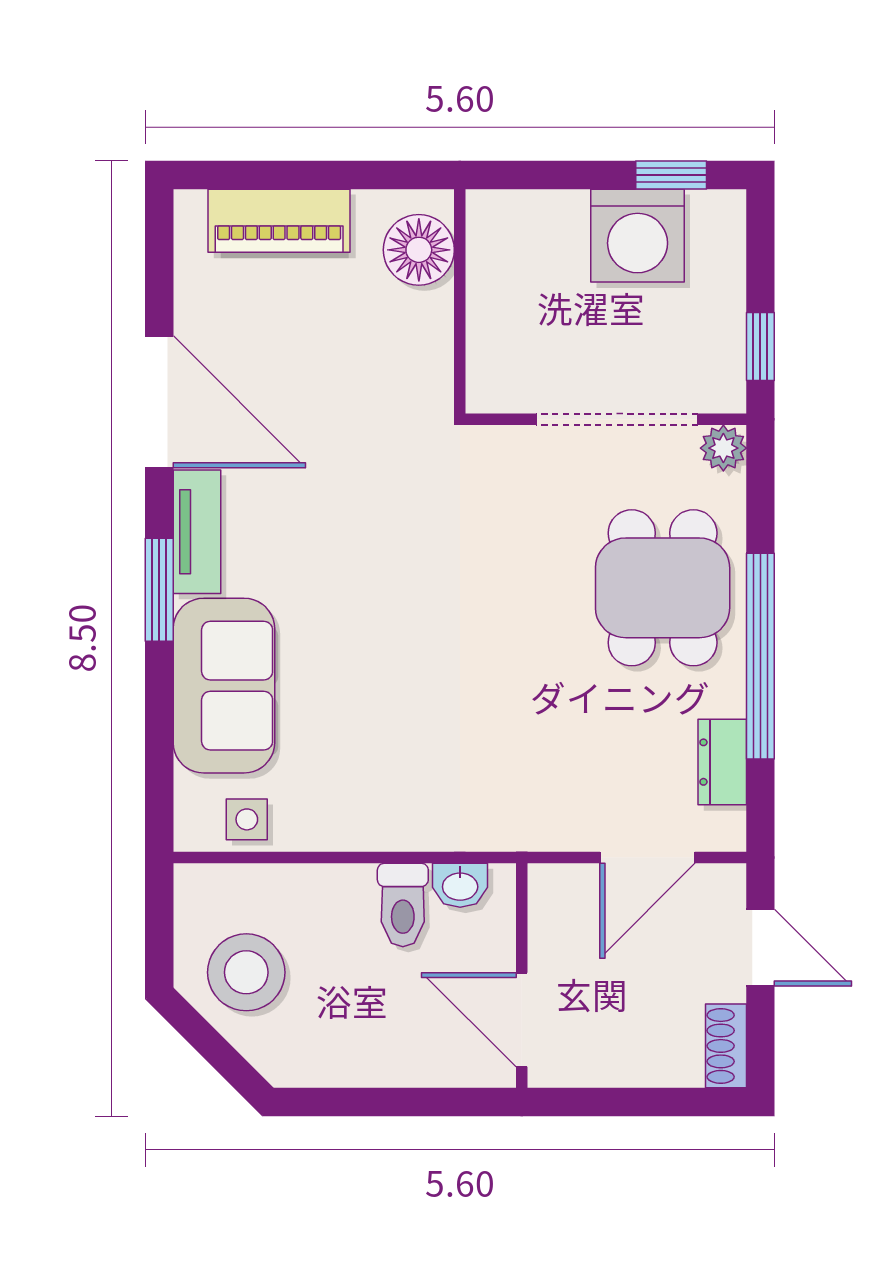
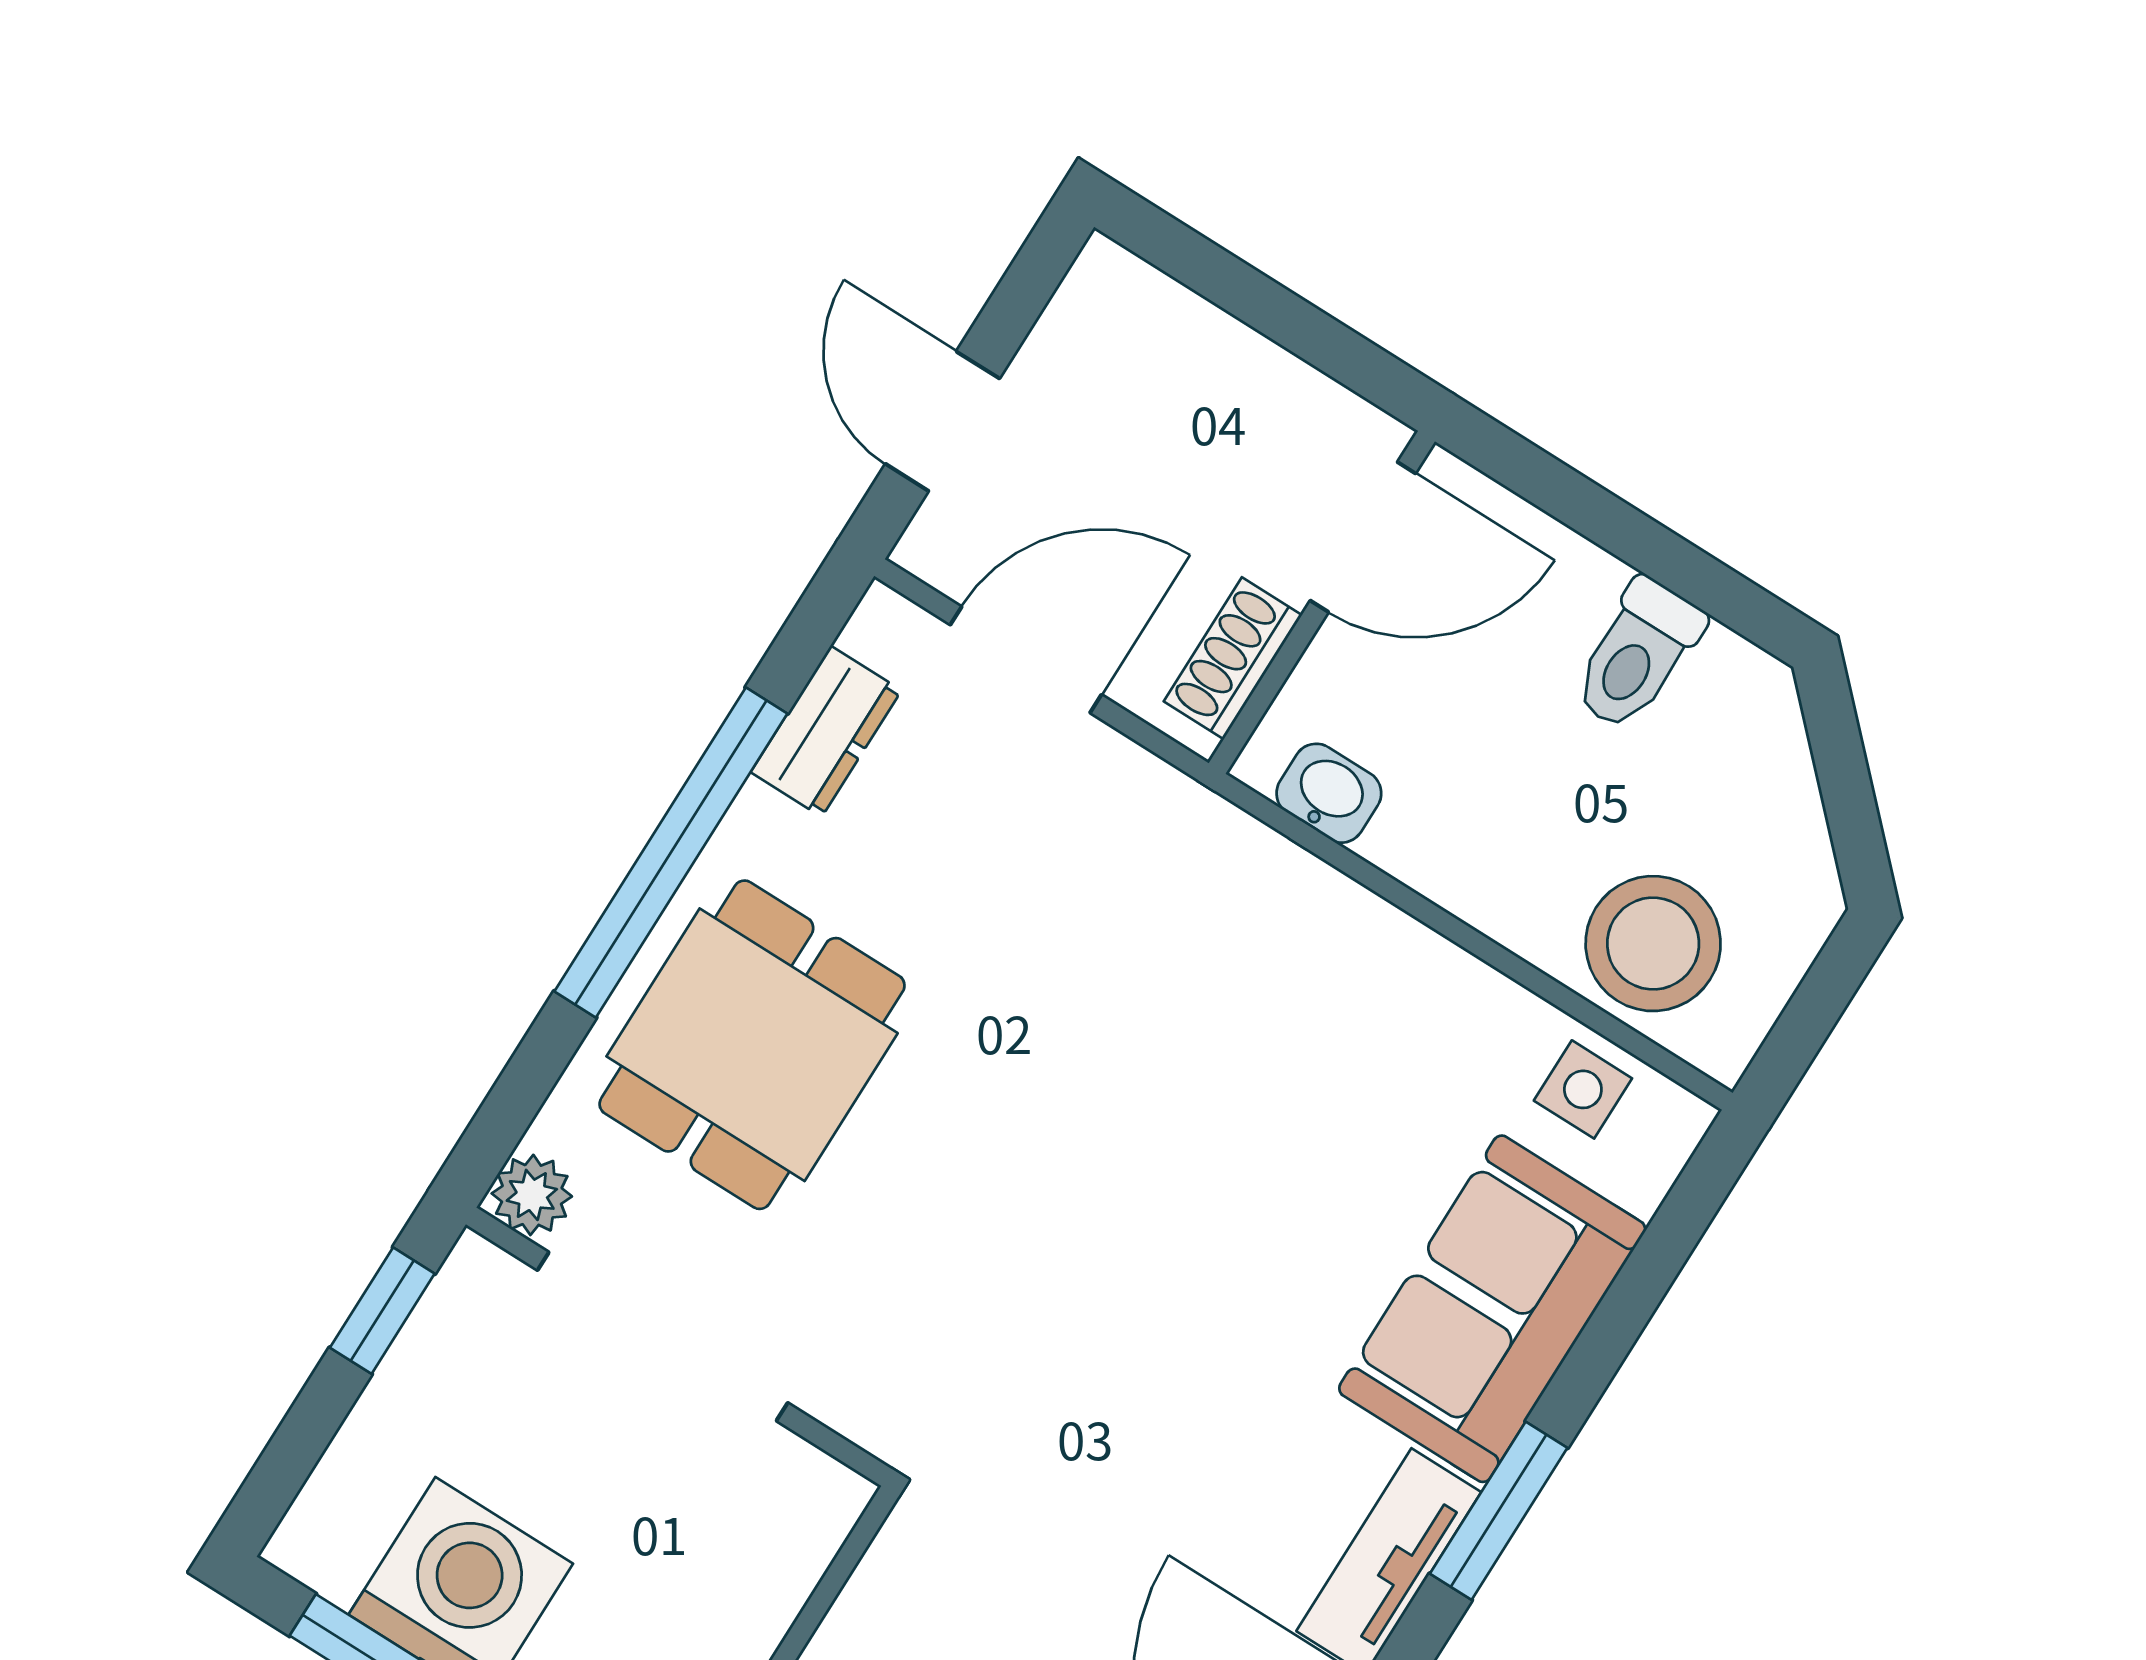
toilet: (403, 905) -> (1637, 655), moved, turned 180
stool: (246, 972) -> (1653, 944), moved
door: (522, 1020) -> (1363, 537), hinge flipped
shoe rack: (726, 1046) -> (1233, 658), moved, turned 180

